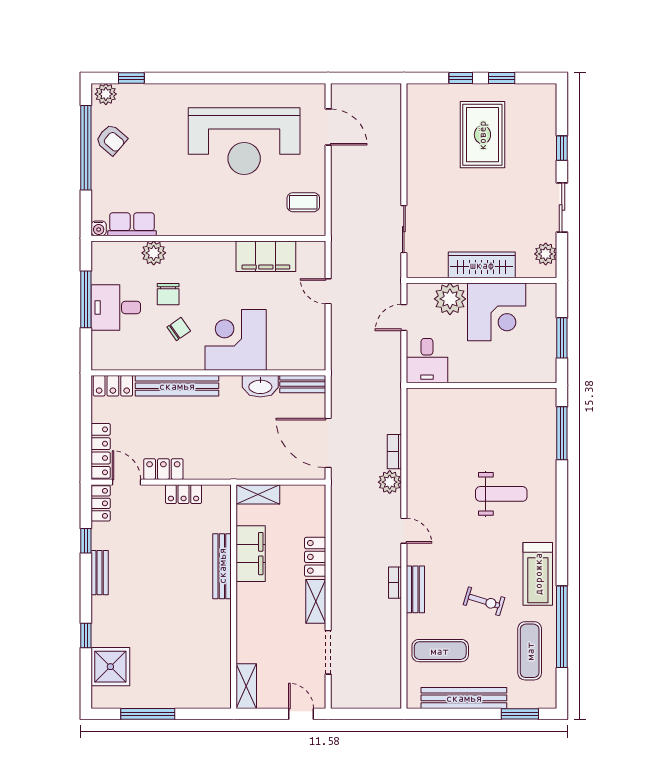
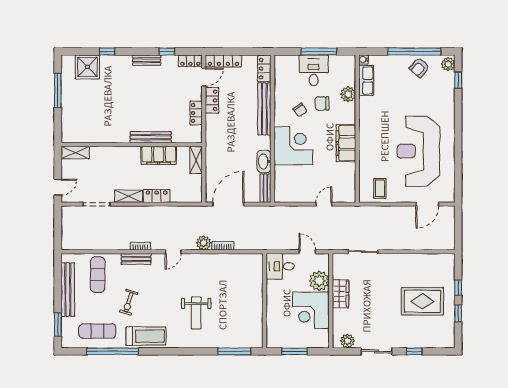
filing cabinet: (266, 256) -> (346, 143), moved
wardrobe: (482, 265) -> (340, 294), width x0.67
treadmill: (538, 574) -> (146, 336), turned 180

